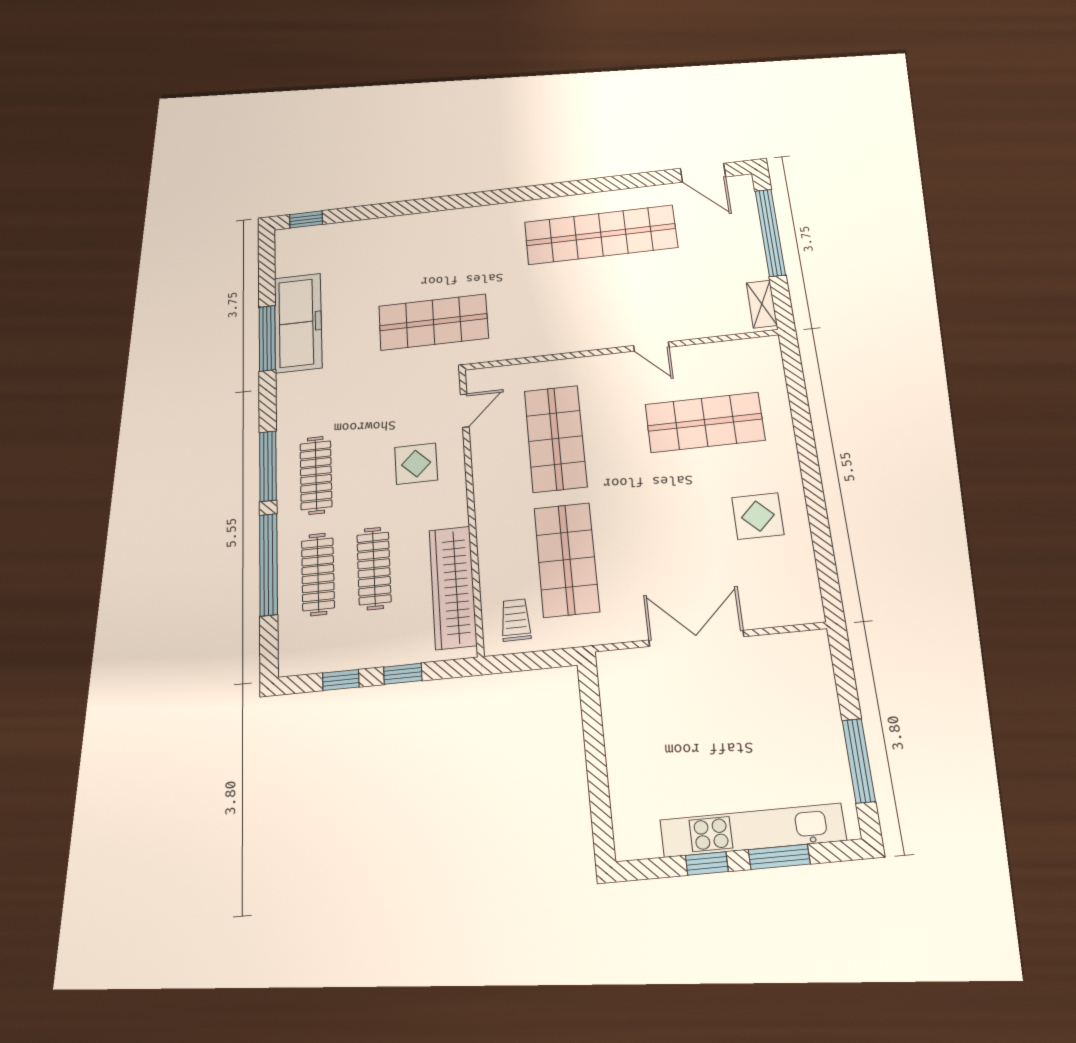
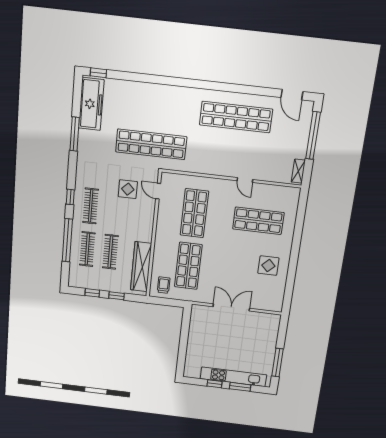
shop shelf: (433, 322) -> (151, 144), width x1.40
freezer: (298, 323) -> (91, 104), moved
door: (465, 411) -> (158, 191), swing flipped
display table: (416, 464) -> (128, 189), moved
window: (268, 466) -> (70, 197), width x0.46

